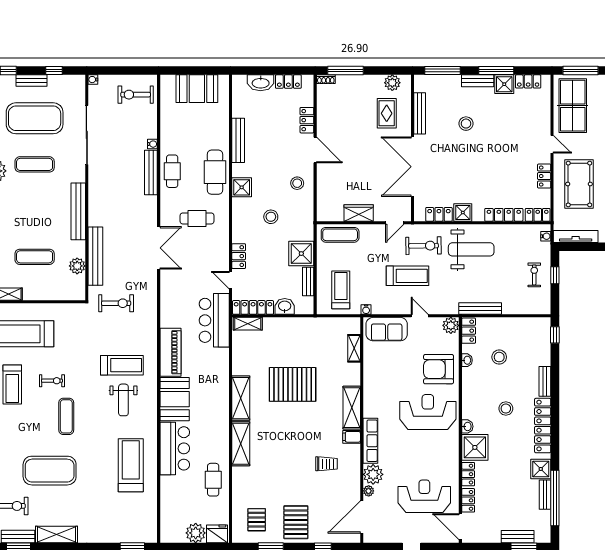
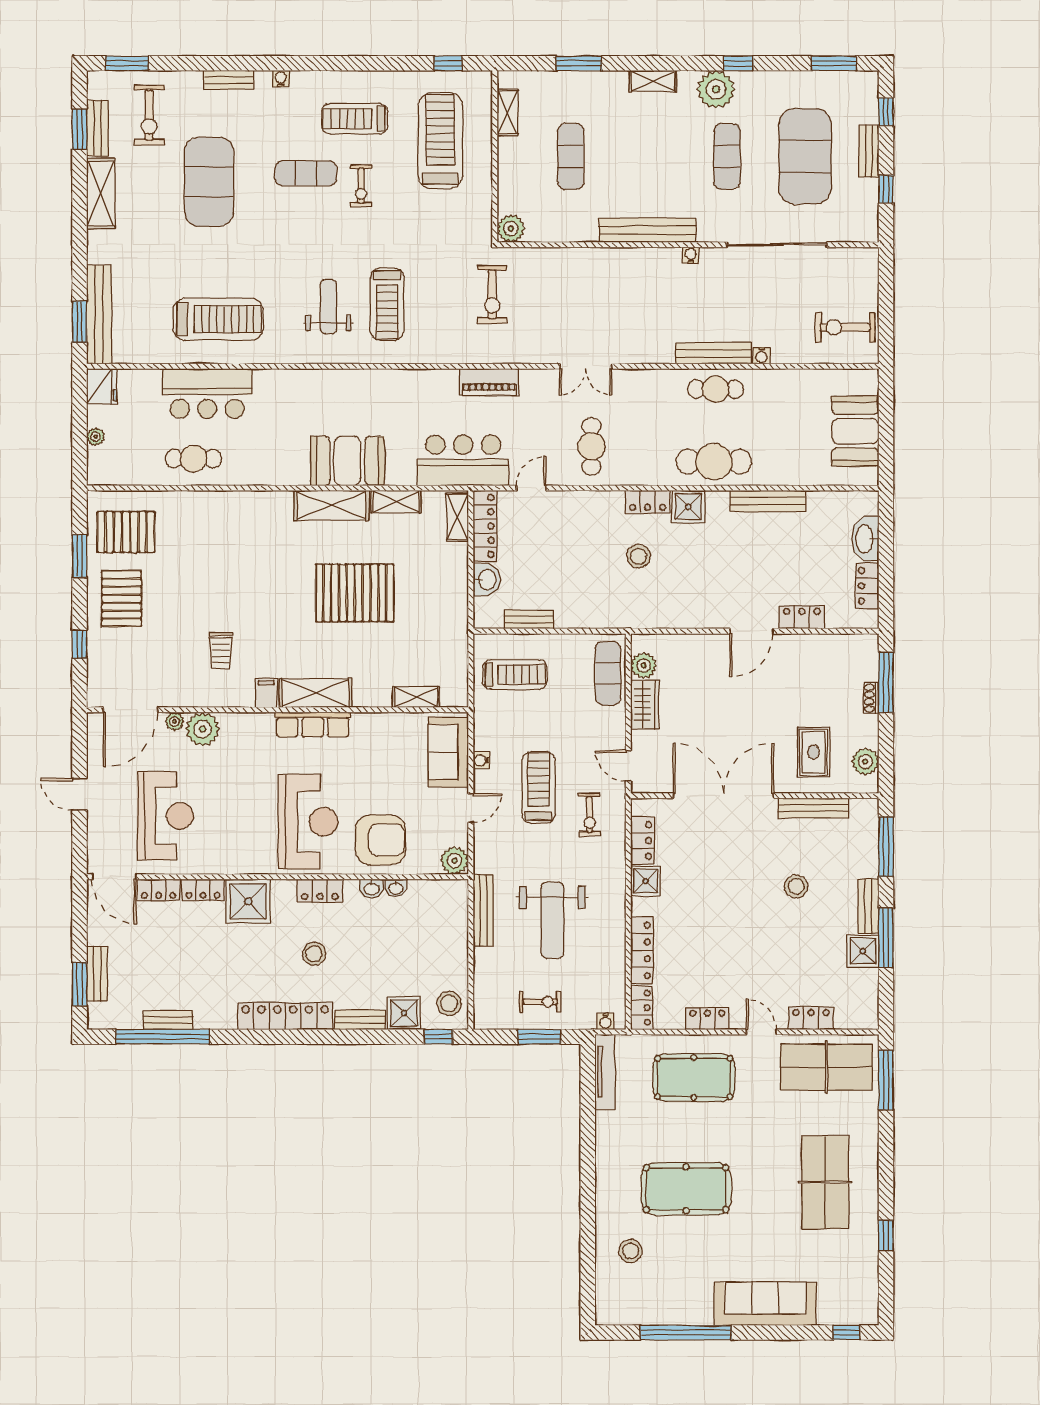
shoe rack: (326, 79) -> (871, 698), moved
water cooler: (93, 80) -> (691, 255), moved
locker: (528, 81) -> (811, 1018), moved, turned 90
exercise bike: (136, 95) -> (845, 327), turned -90
rug: (387, 113) -> (814, 752), turned 90
door: (552, 144) -> (761, 1032), swing flipped
stool: (297, 183) -> (695, 601), removed
plant: (335, 214) -> (644, 665), added
cafe table: (197, 218) -> (591, 446), moved
exercise bike: (423, 246) -> (589, 814), width x0.73, depth x0.72
double door: (159, 248) -> (586, 366), width x0.73
weight bench: (471, 249) -> (552, 920), moved
shower: (301, 254) -> (576, 608), removed
bench: (95, 256) -> (99, 314), moved, turned 90
locker: (239, 256) -> (648, 502), moved
plant: (77, 266) -> (511, 229), moved
window: (555, 275) -> (539, 1037), width x1.50
treadmill: (408, 276) -> (538, 787), turned 180
water cooler: (366, 310) -> (481, 760), moved
locker: (469, 331) -> (320, 891), moved
piano: (170, 352) -> (489, 382), moved, width x0.73, depth x0.75
stool: (499, 357) -> (449, 1003), moved
armchair: (439, 369) -> (381, 840), turned 90
pallet: (293, 384) -> (355, 593), turned 90
booth: (175, 399) -> (347, 461), moved
weight bench: (123, 400) -> (328, 307), turned 90
exercise mat: (66, 416) -> (306, 173), moved
washbasin: (467, 426) -> (371, 889), moved
row of seats: (370, 441) -> (313, 725), moved
shelving: (241, 444) -> (396, 502), moved, width x0.67, depth x0.75
bar counter: (175, 448) -> (207, 394), moved
shower: (541, 469) -> (404, 1013), moved
door: (362, 517) -> (131, 710), swing flipped
pallet: (257, 520) -> (126, 532), width x1.50, depth x1.42
pallet: (296, 522) -> (121, 599), turned 90
door: (460, 527) -> (114, 877), swing flipped
plant: (196, 533) -> (96, 437), width x0.53, depth x0.53
fridge: (217, 534) -> (102, 386), moved

